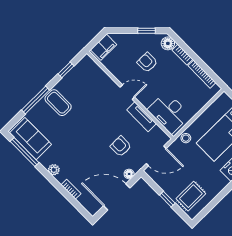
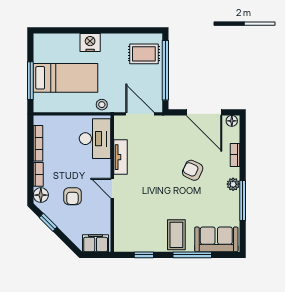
sofa: (30, 139) -> (216, 239), moved, turned 90
armchair: (121, 146) -> (193, 170), moved, turned 115
window: (24, 152) -> (243, 200), moved
floor lamp: (129, 174) -> (232, 121), moved
window: (167, 199) -> (165, 70), width x3.17

